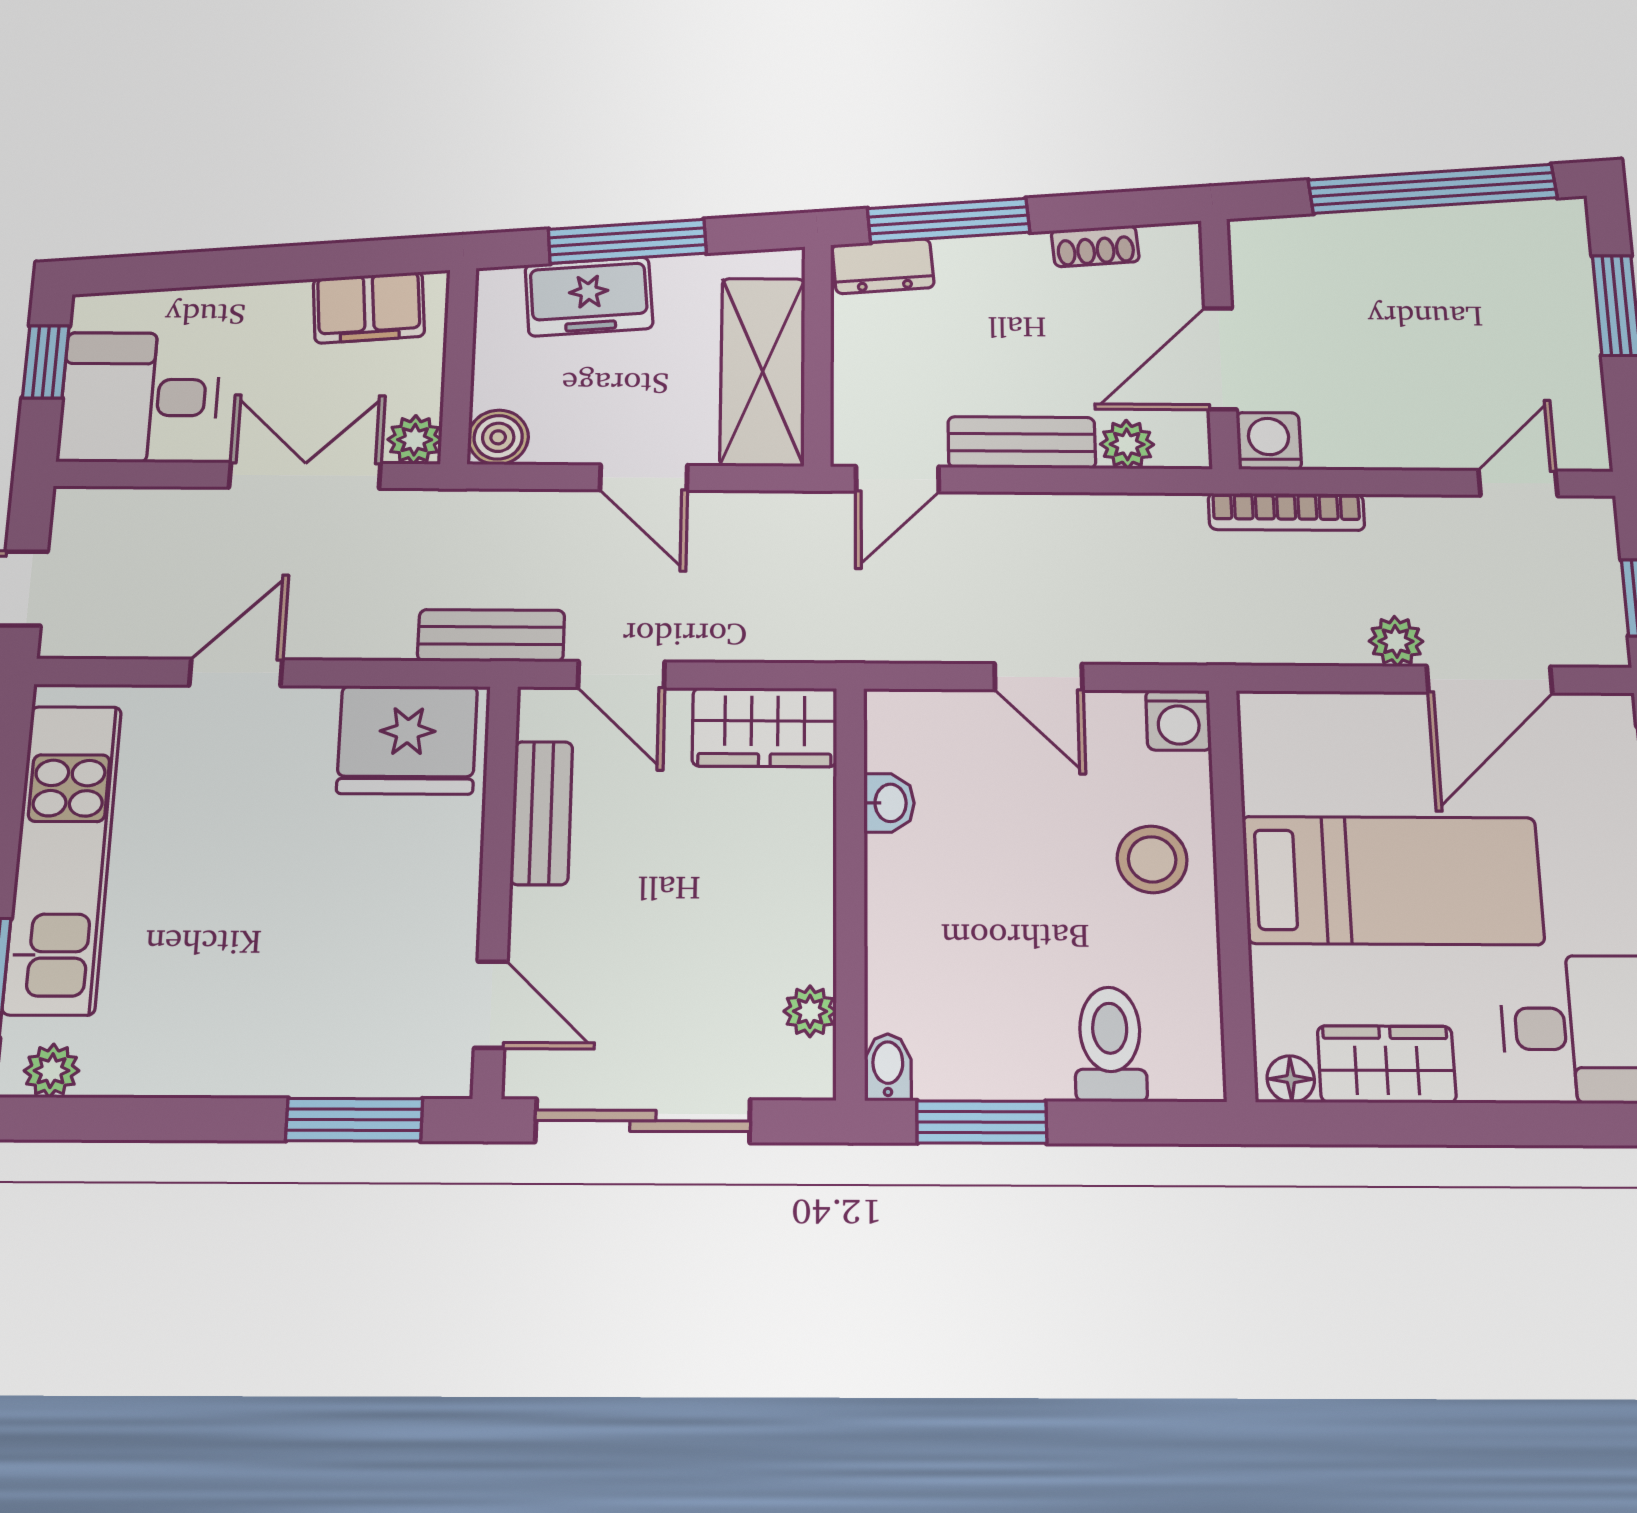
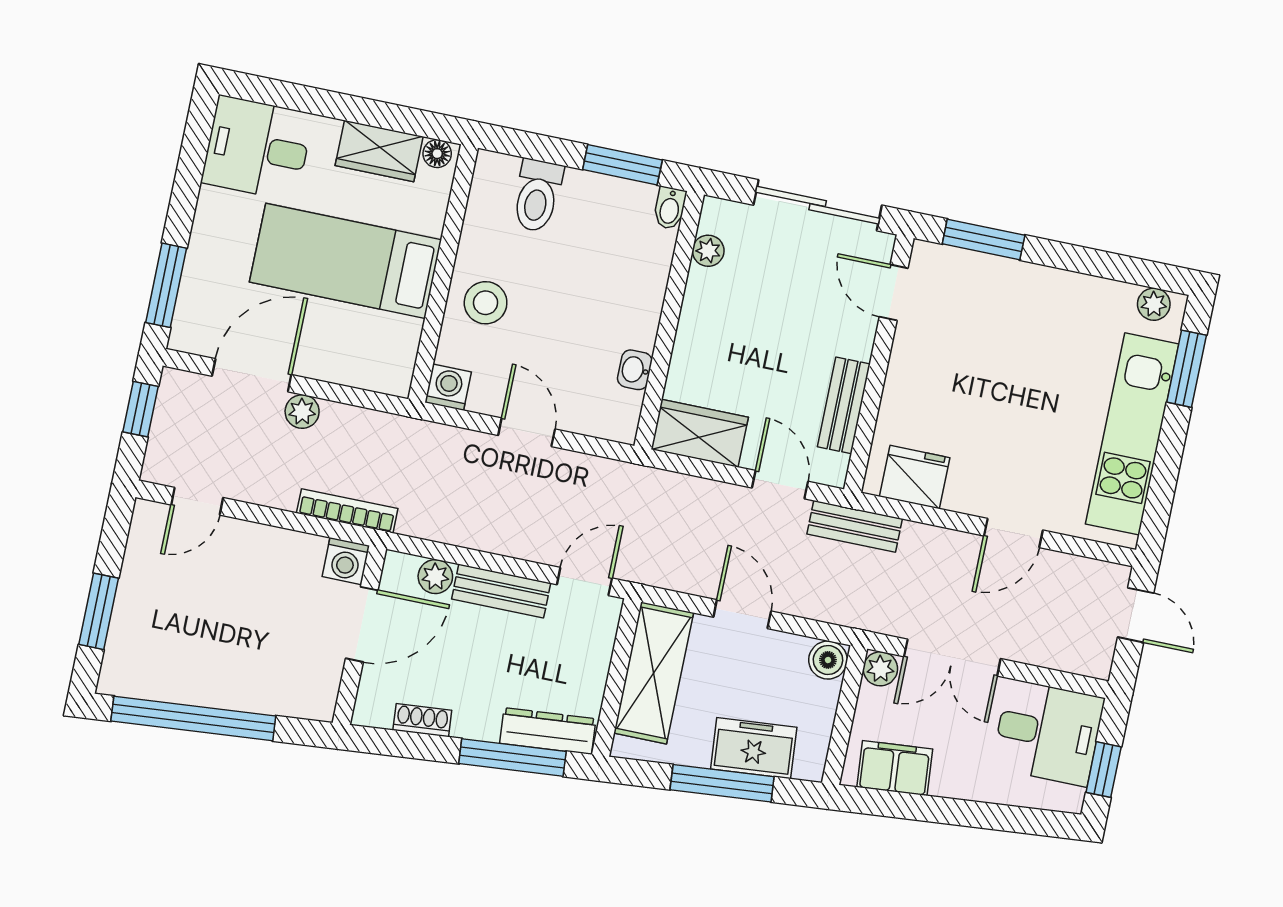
dresser: (883, 266) -> (548, 731), width x1.44
fridge: (407, 740) -> (915, 477), width x0.73, depth x0.75

